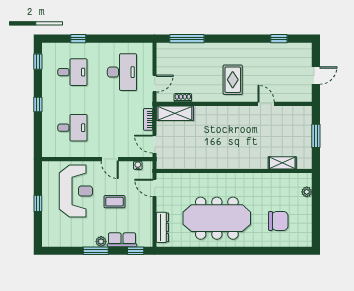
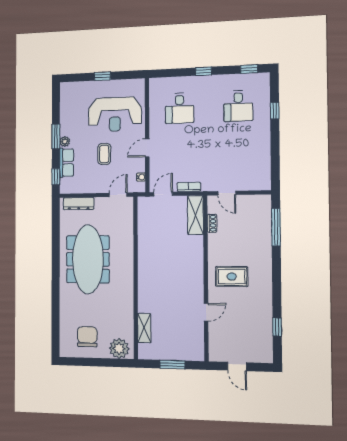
desk: (122, 72) -> (239, 158), removed
plant: (307, 192) -> (119, 348), width x1.87, depth x1.87
chair: (278, 221) -> (87, 337), moved, turned 180

